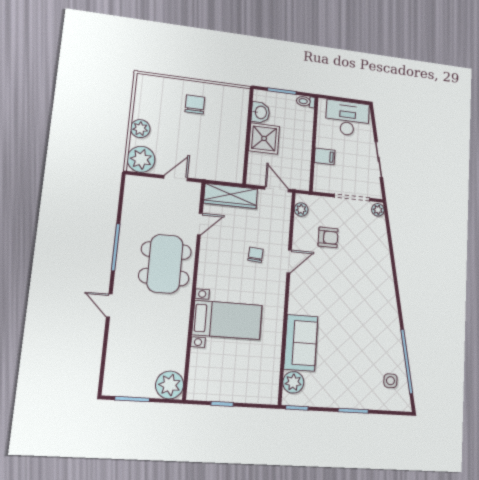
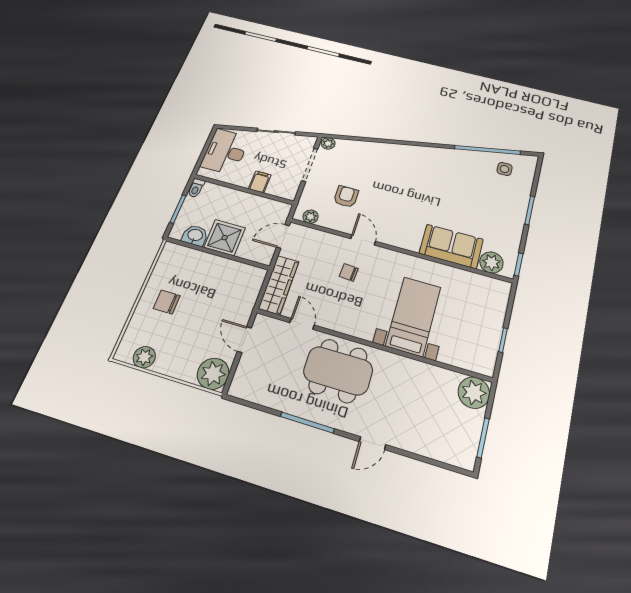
plant: (140, 129) -> (144, 357), moved

